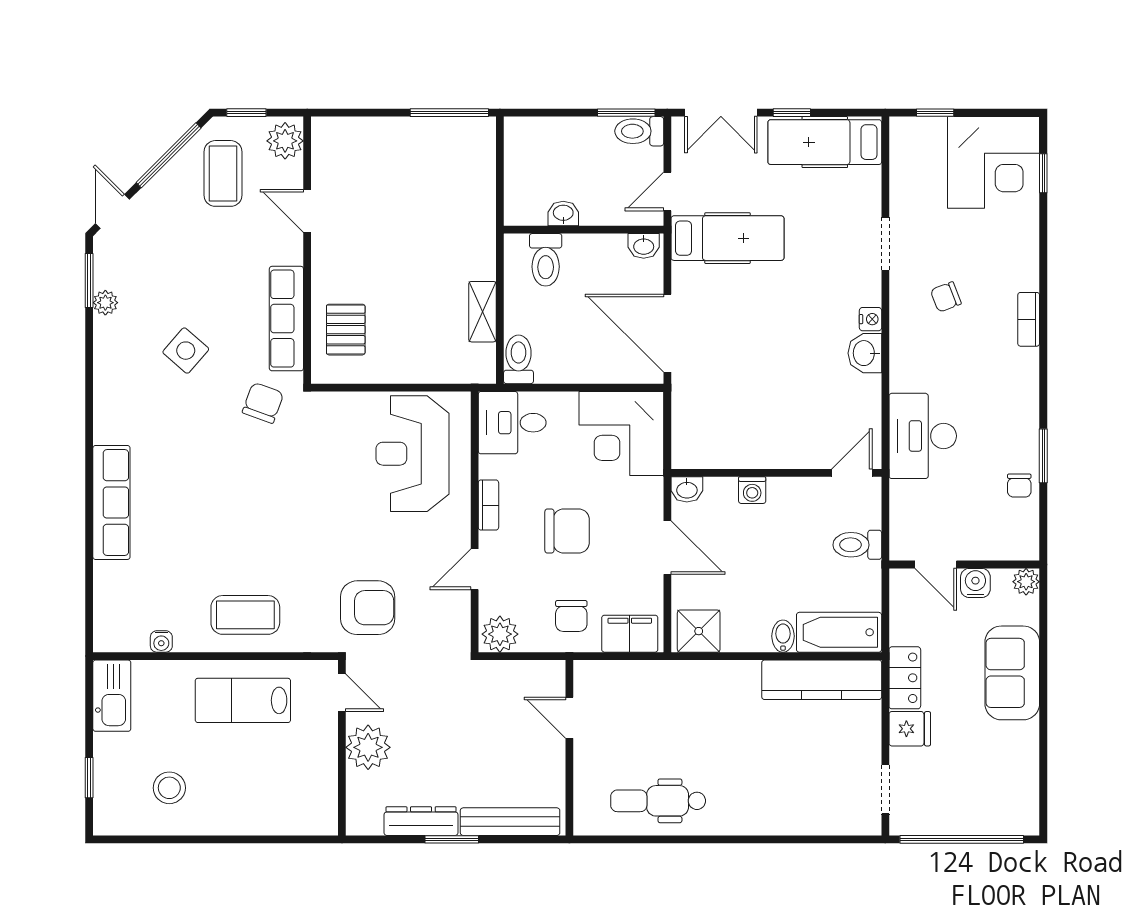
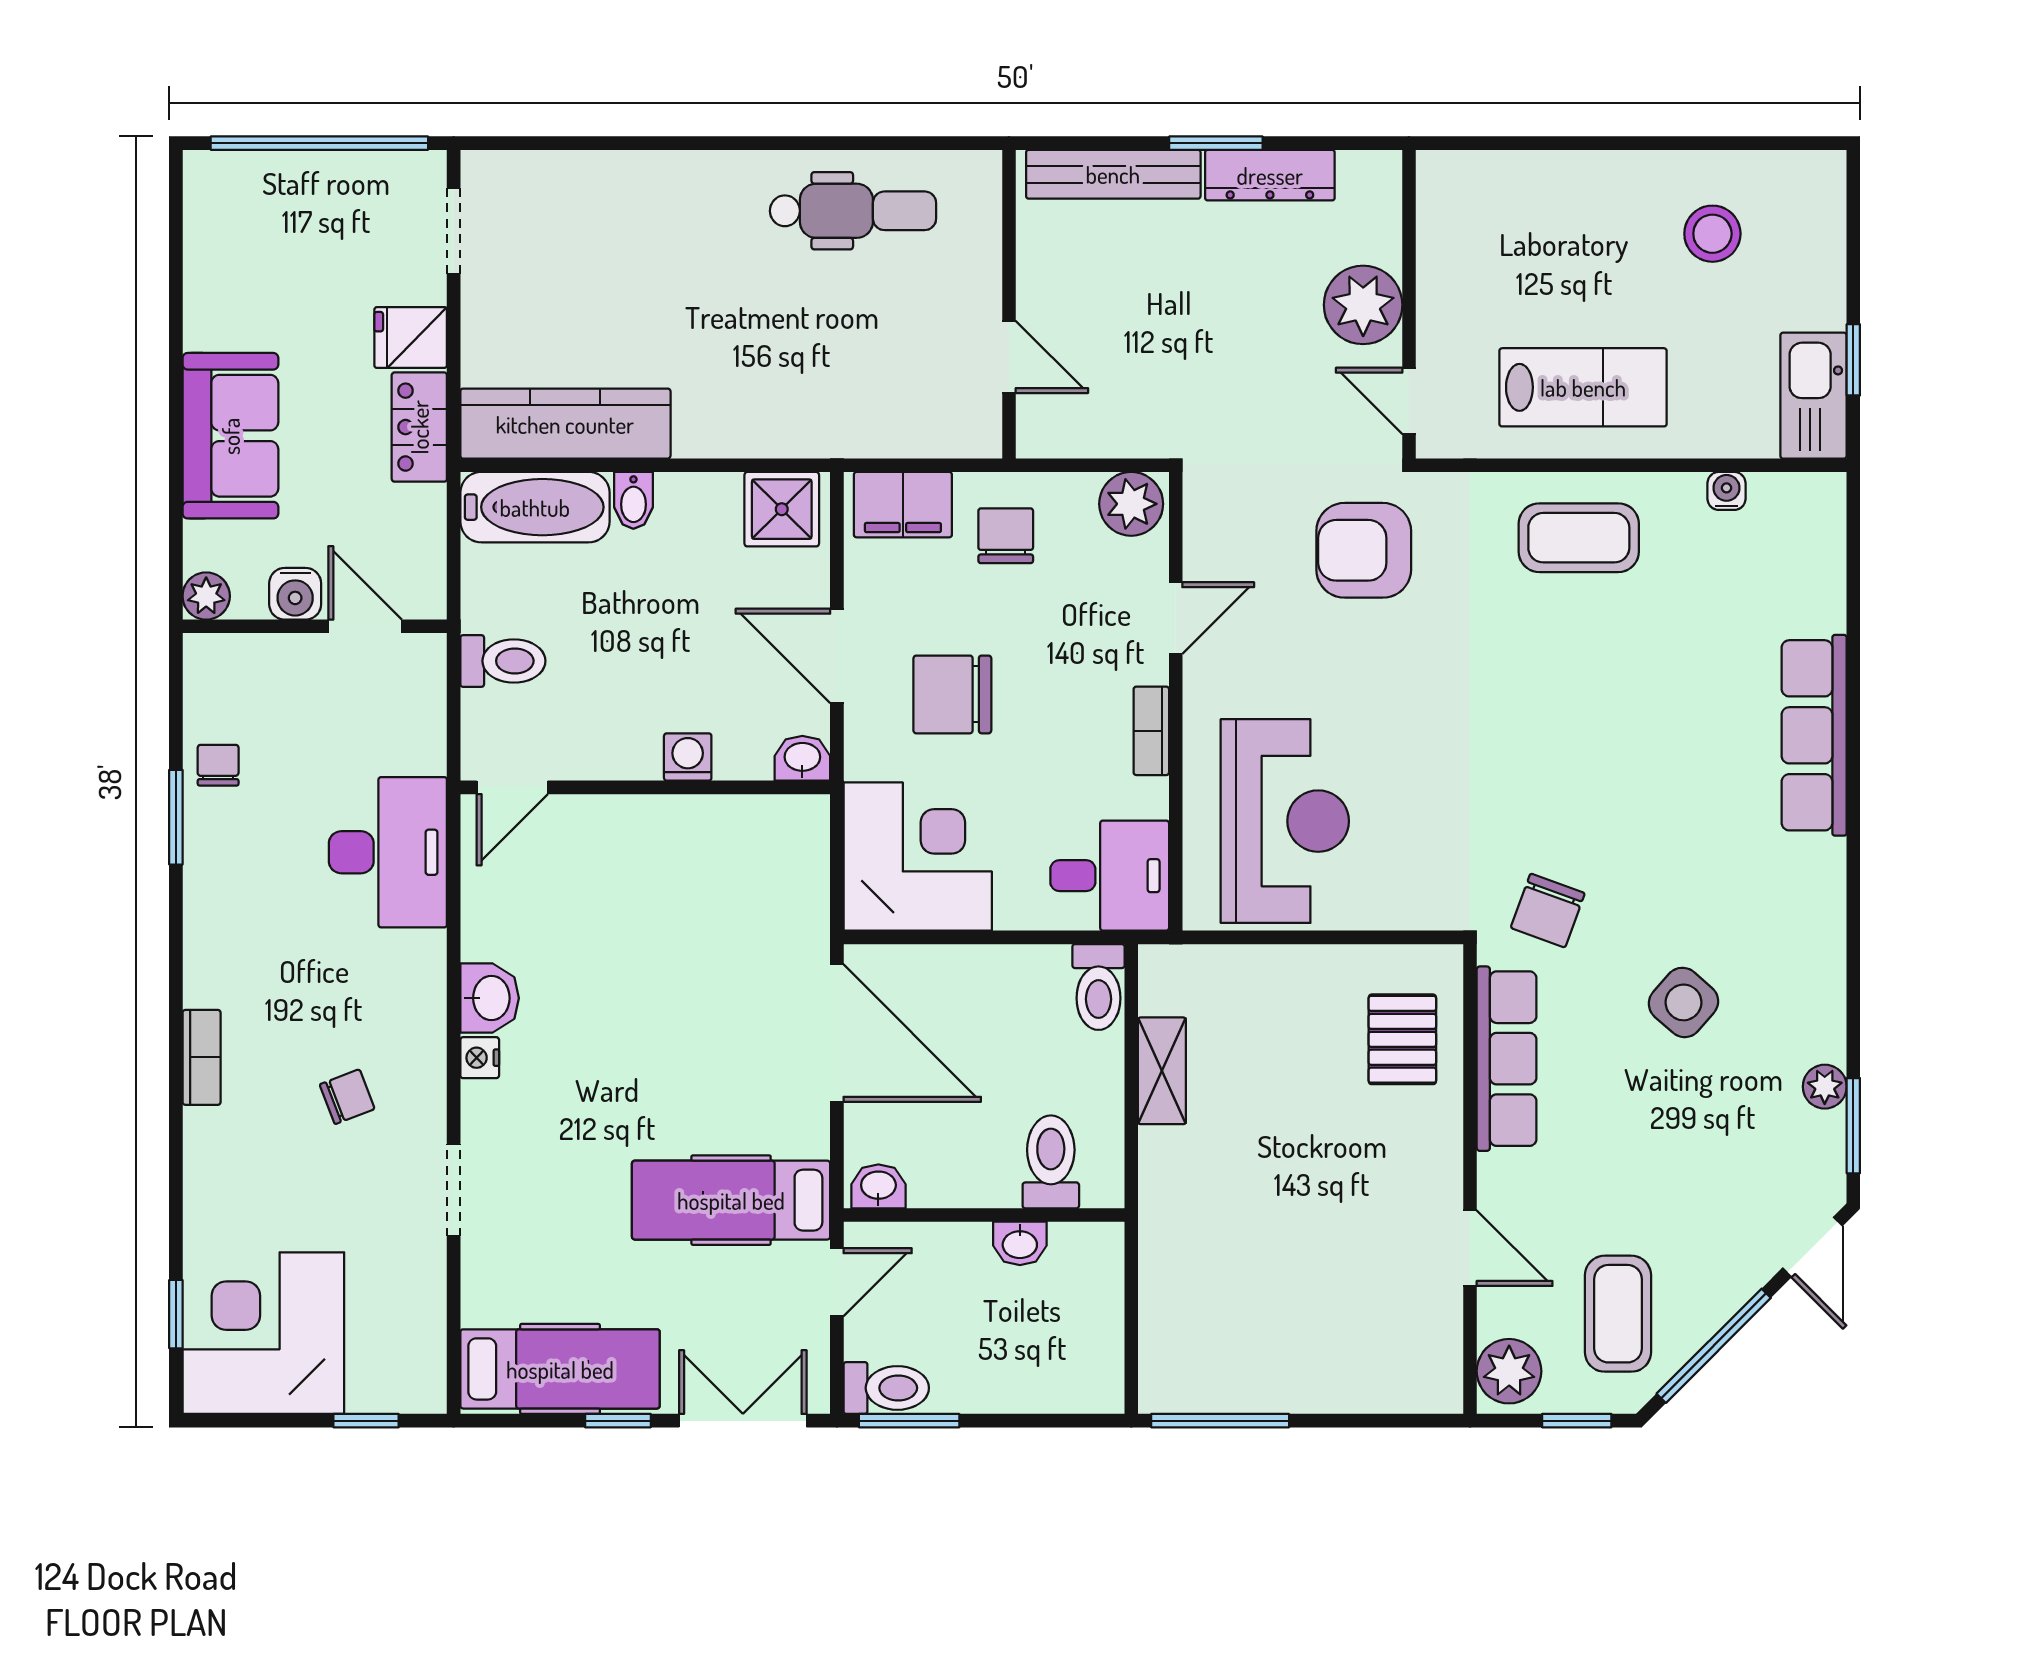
chair: (567, 531) -> (952, 694), moved
window: (89, 778) -> (1853, 360), moved

